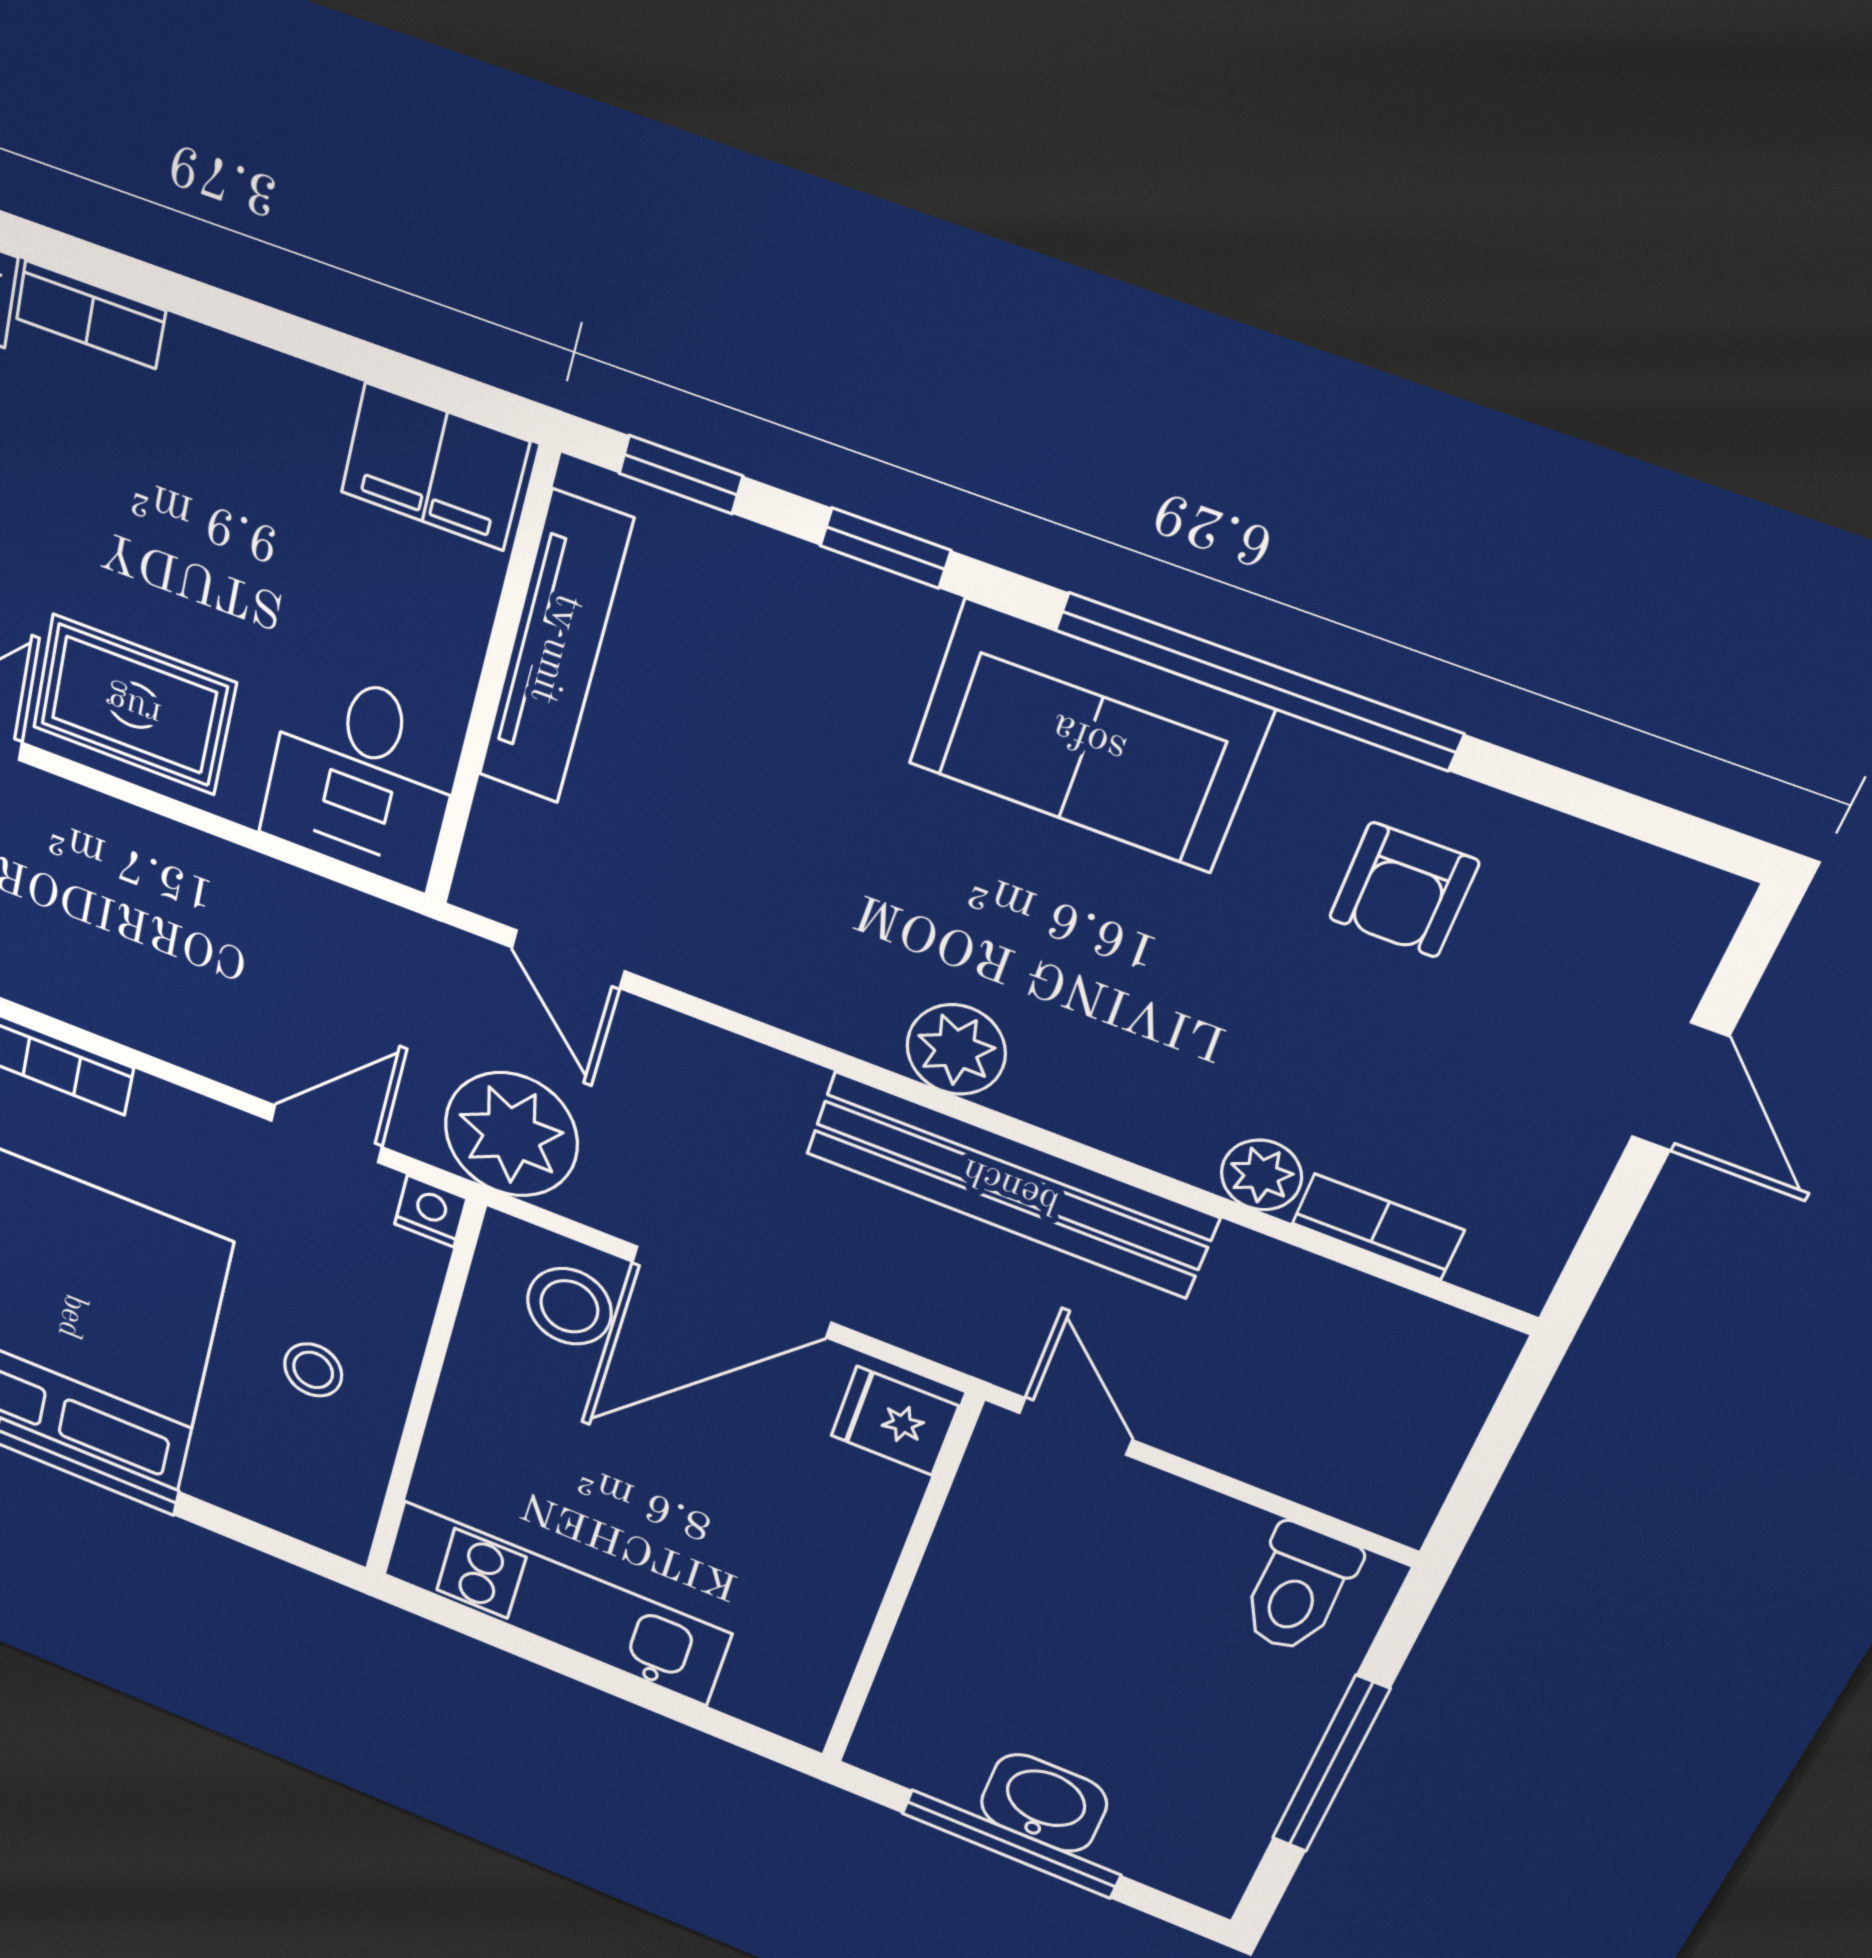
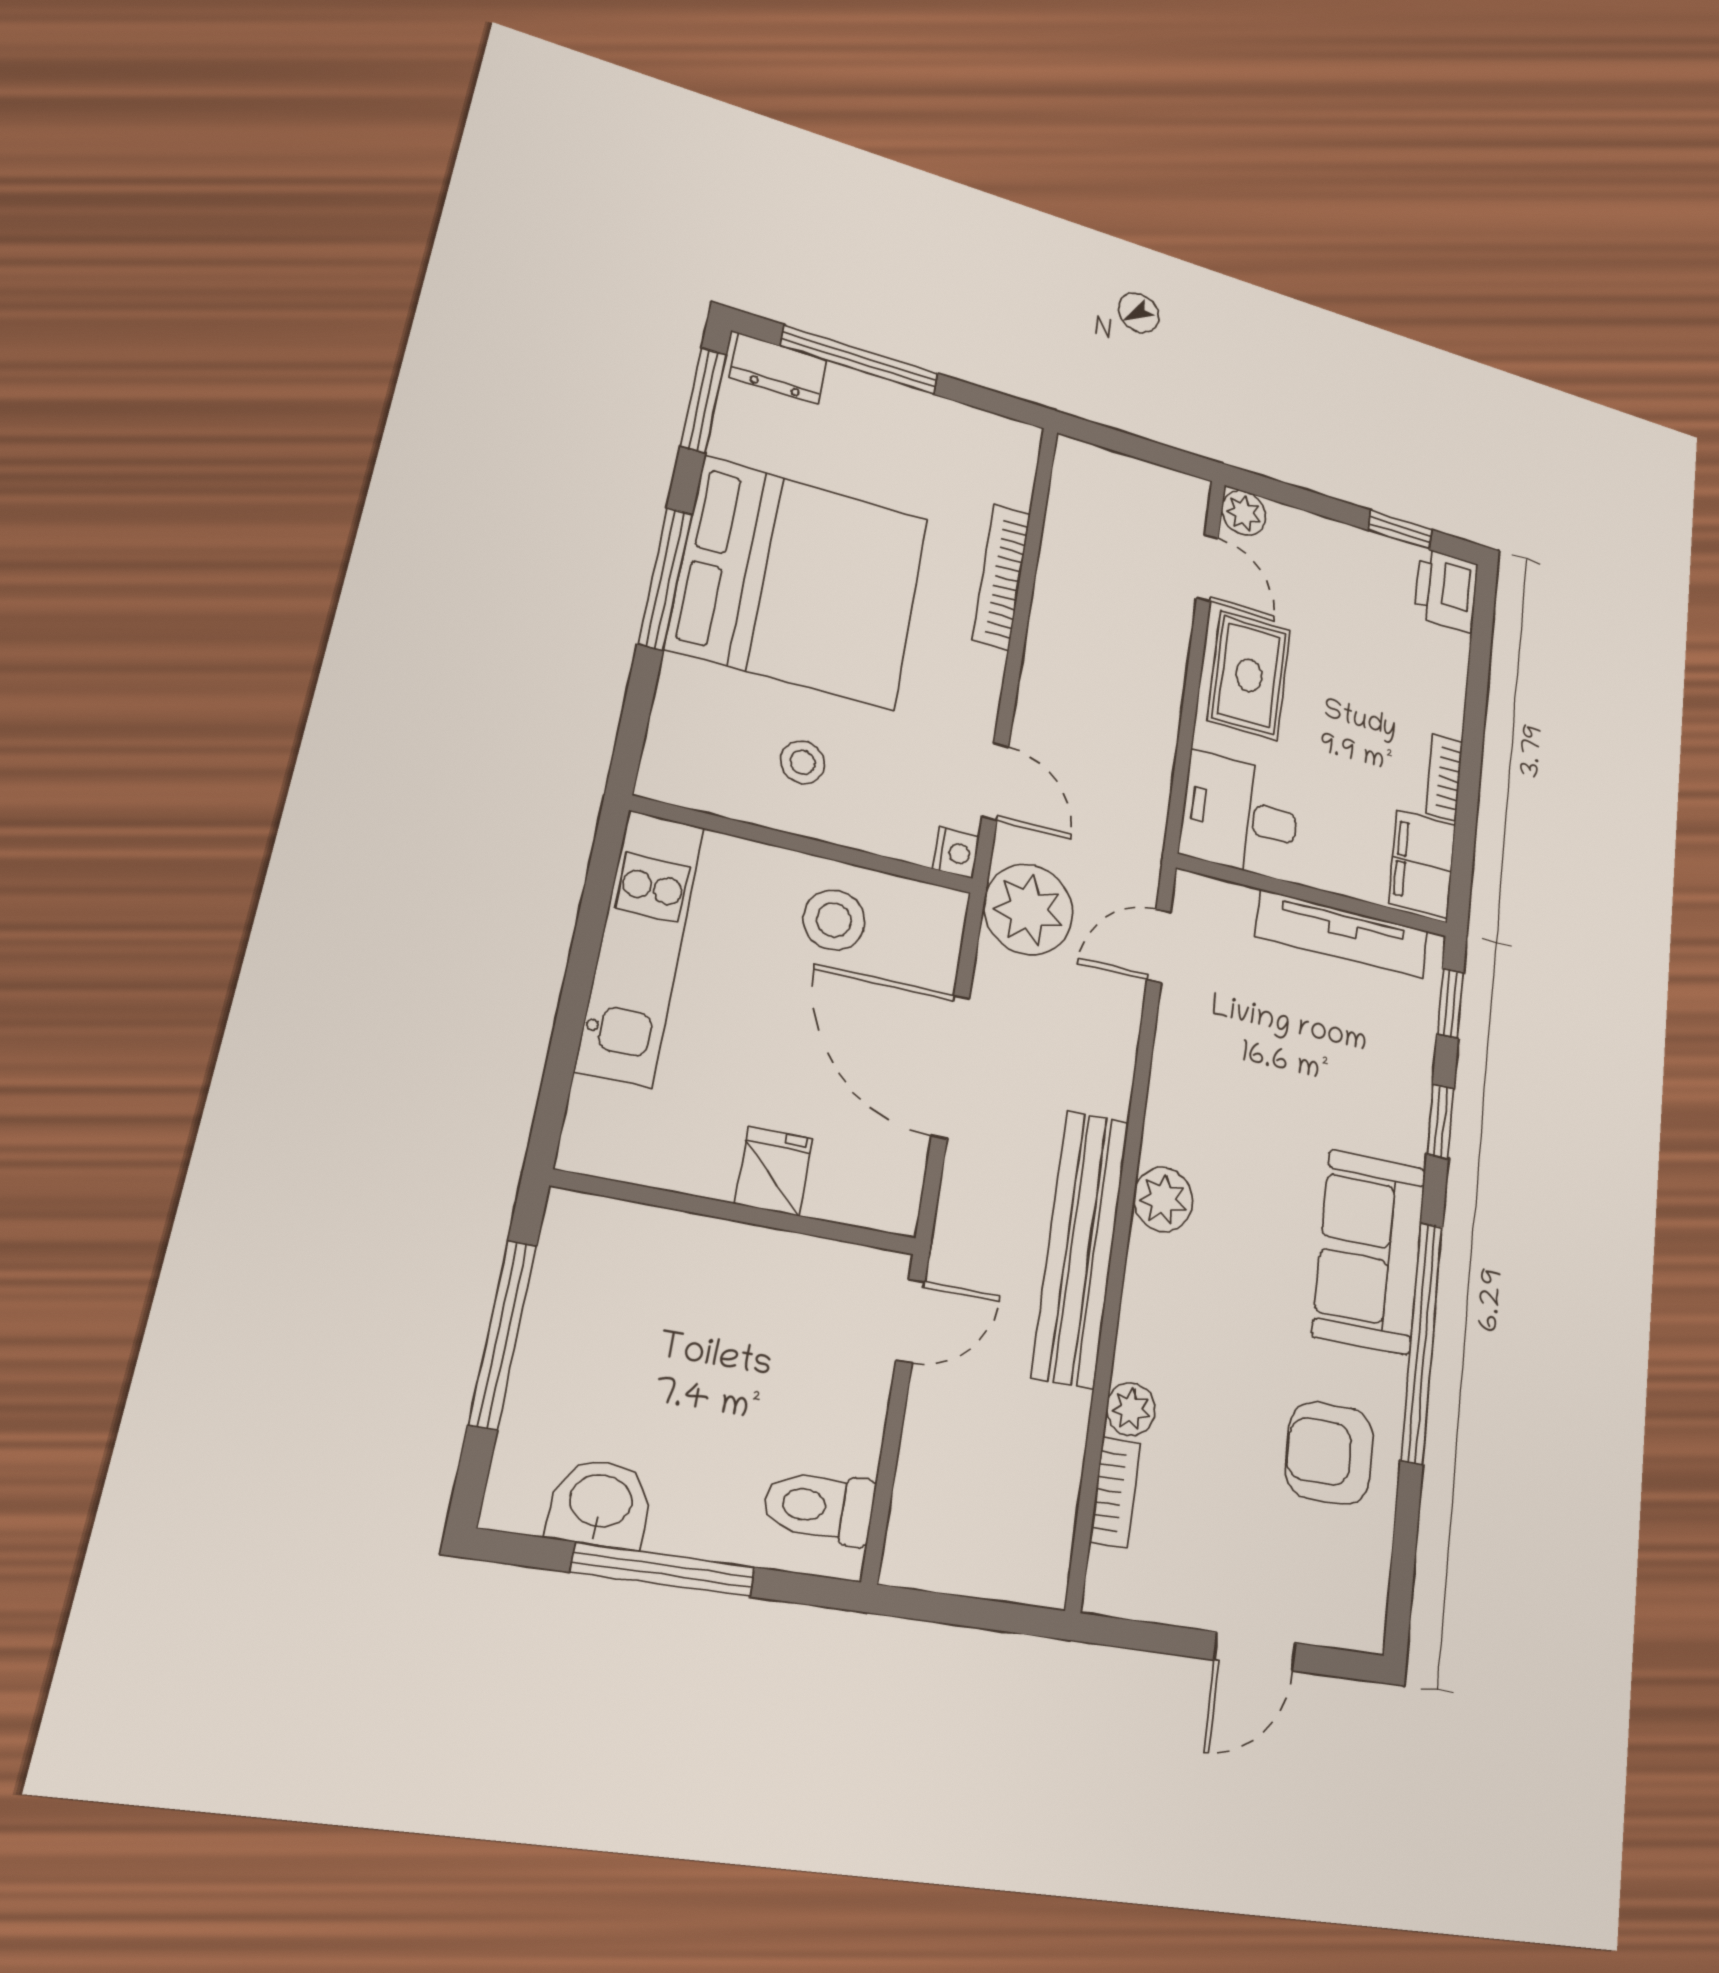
bookcase: (91, 315) -> (1444, 777), moved
armchair: (1404, 890) -> (1329, 1453), width x1.38, depth x1.38
stool: (569, 1306) -> (834, 920), moved
fridge: (895, 1421) -> (774, 1171), moved
washbasin: (1044, 1803) -> (600, 1503), moved, turned -90

